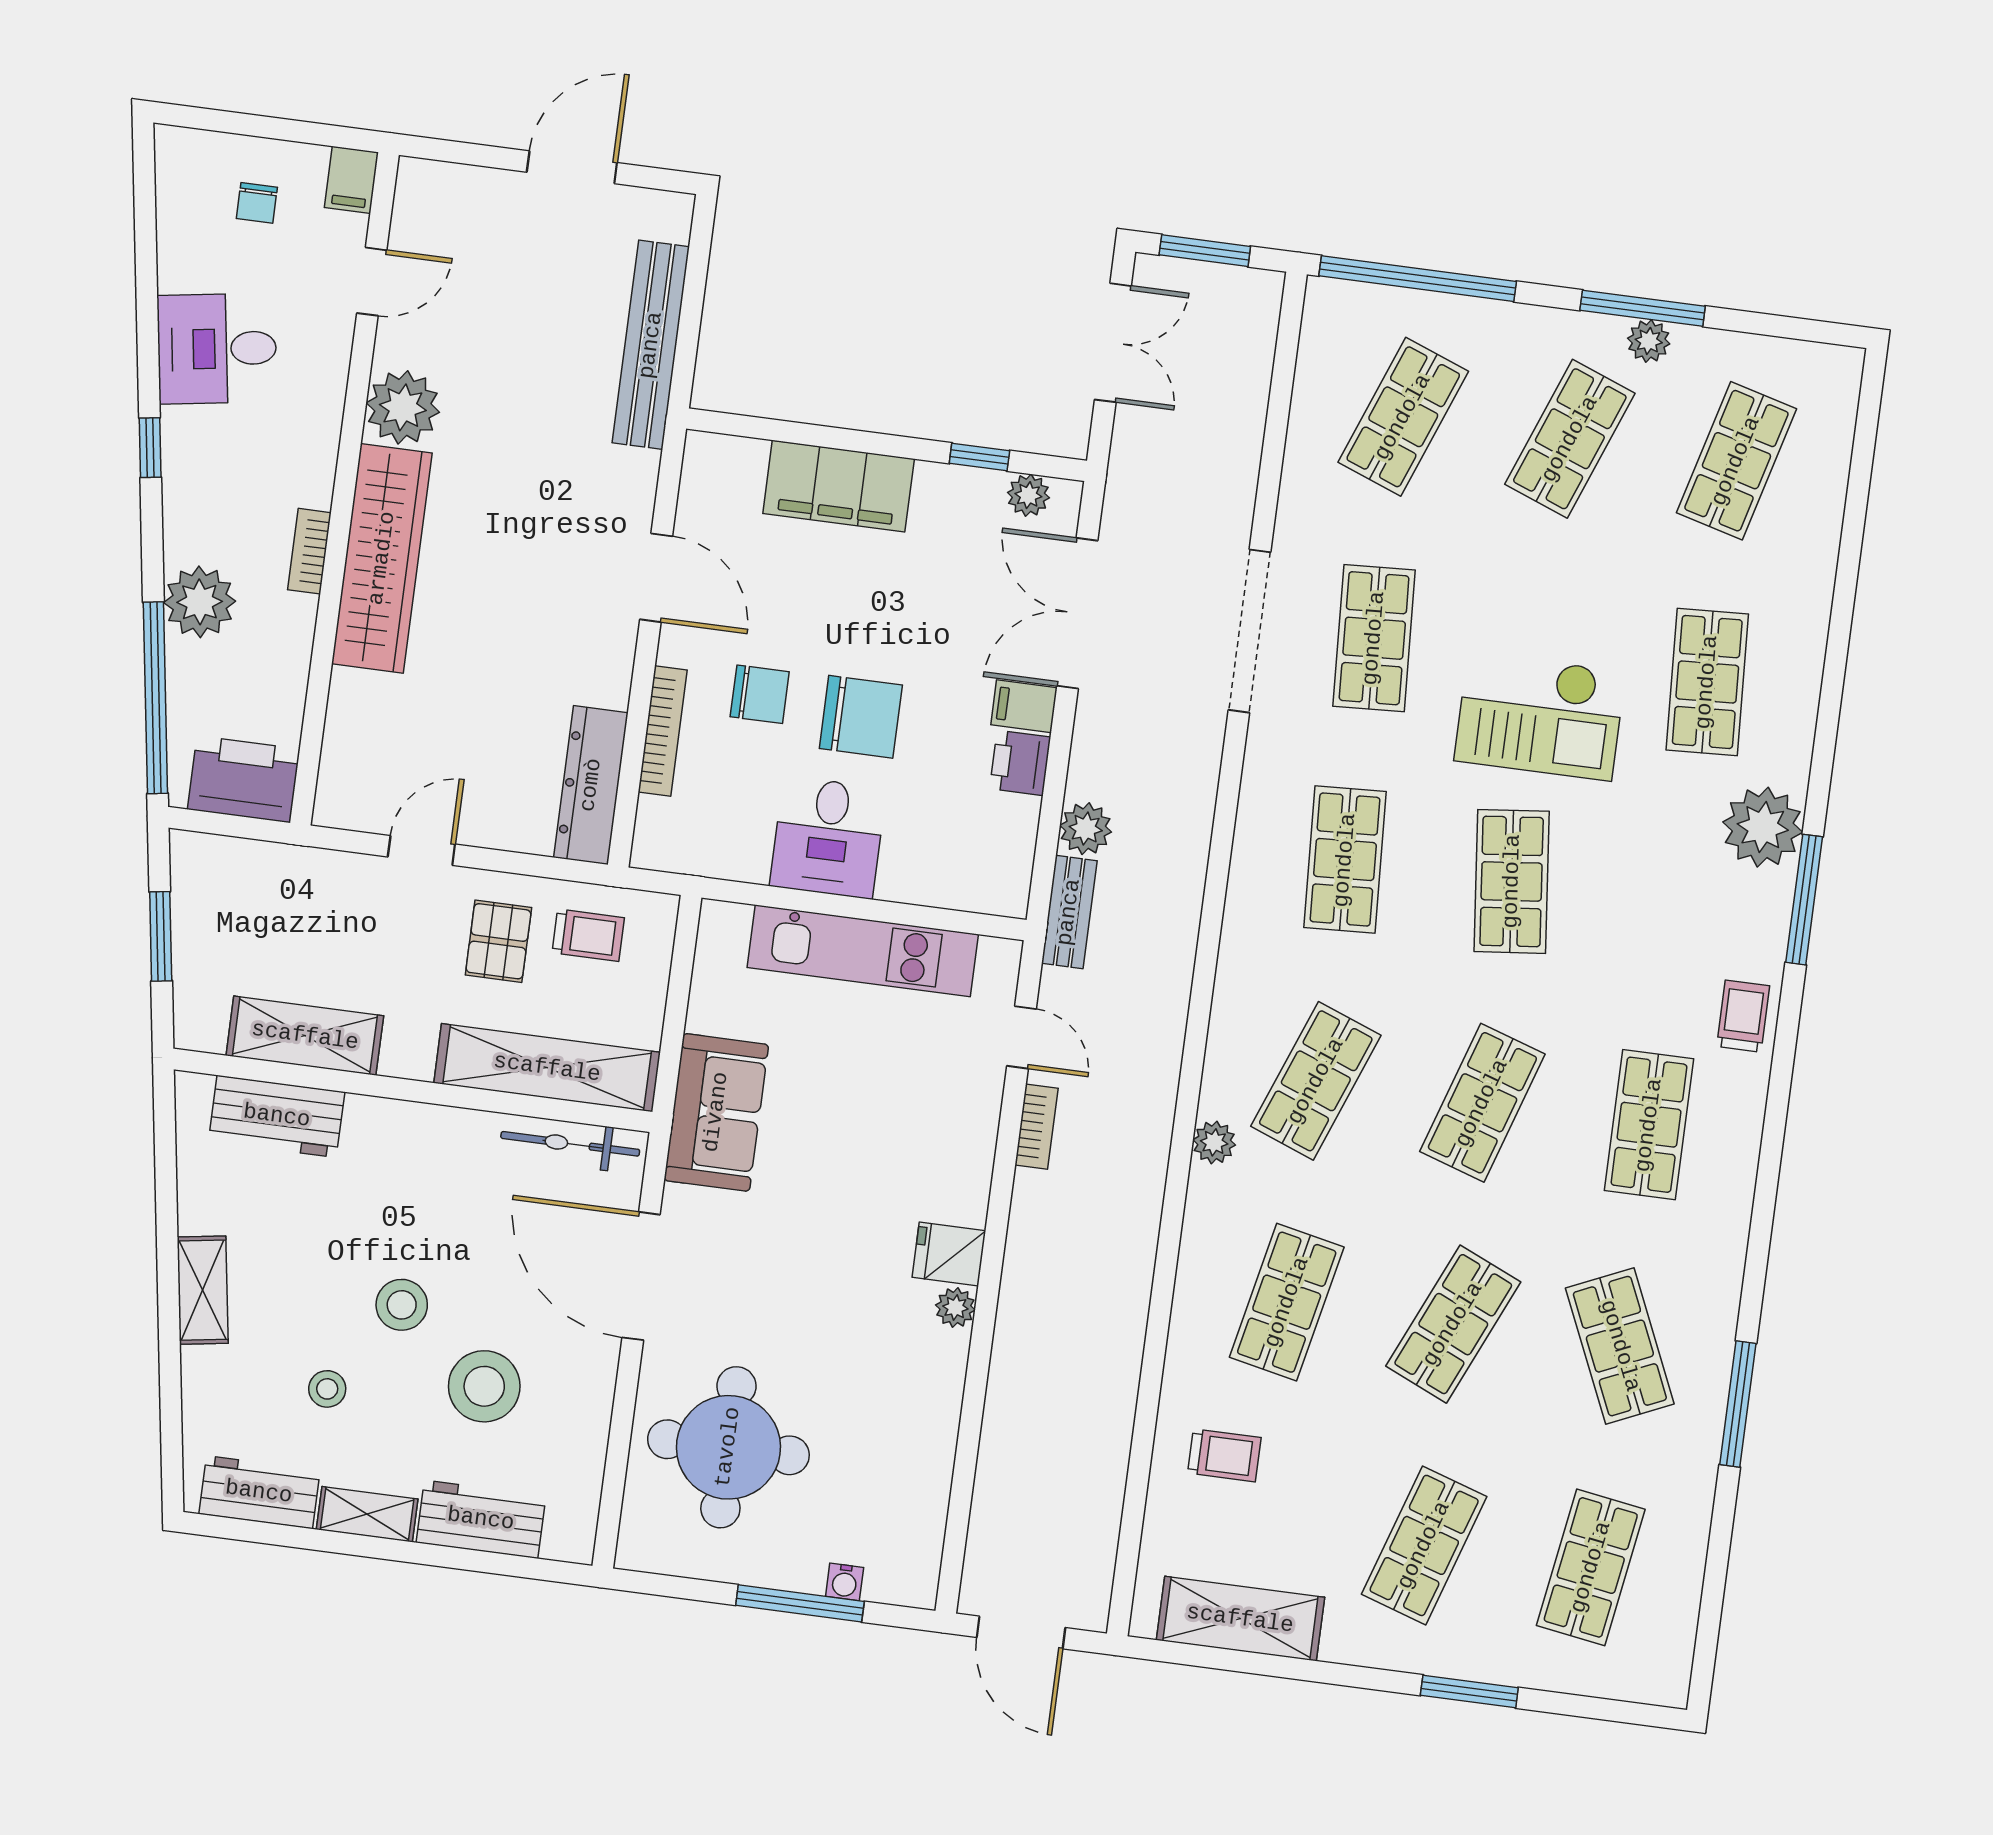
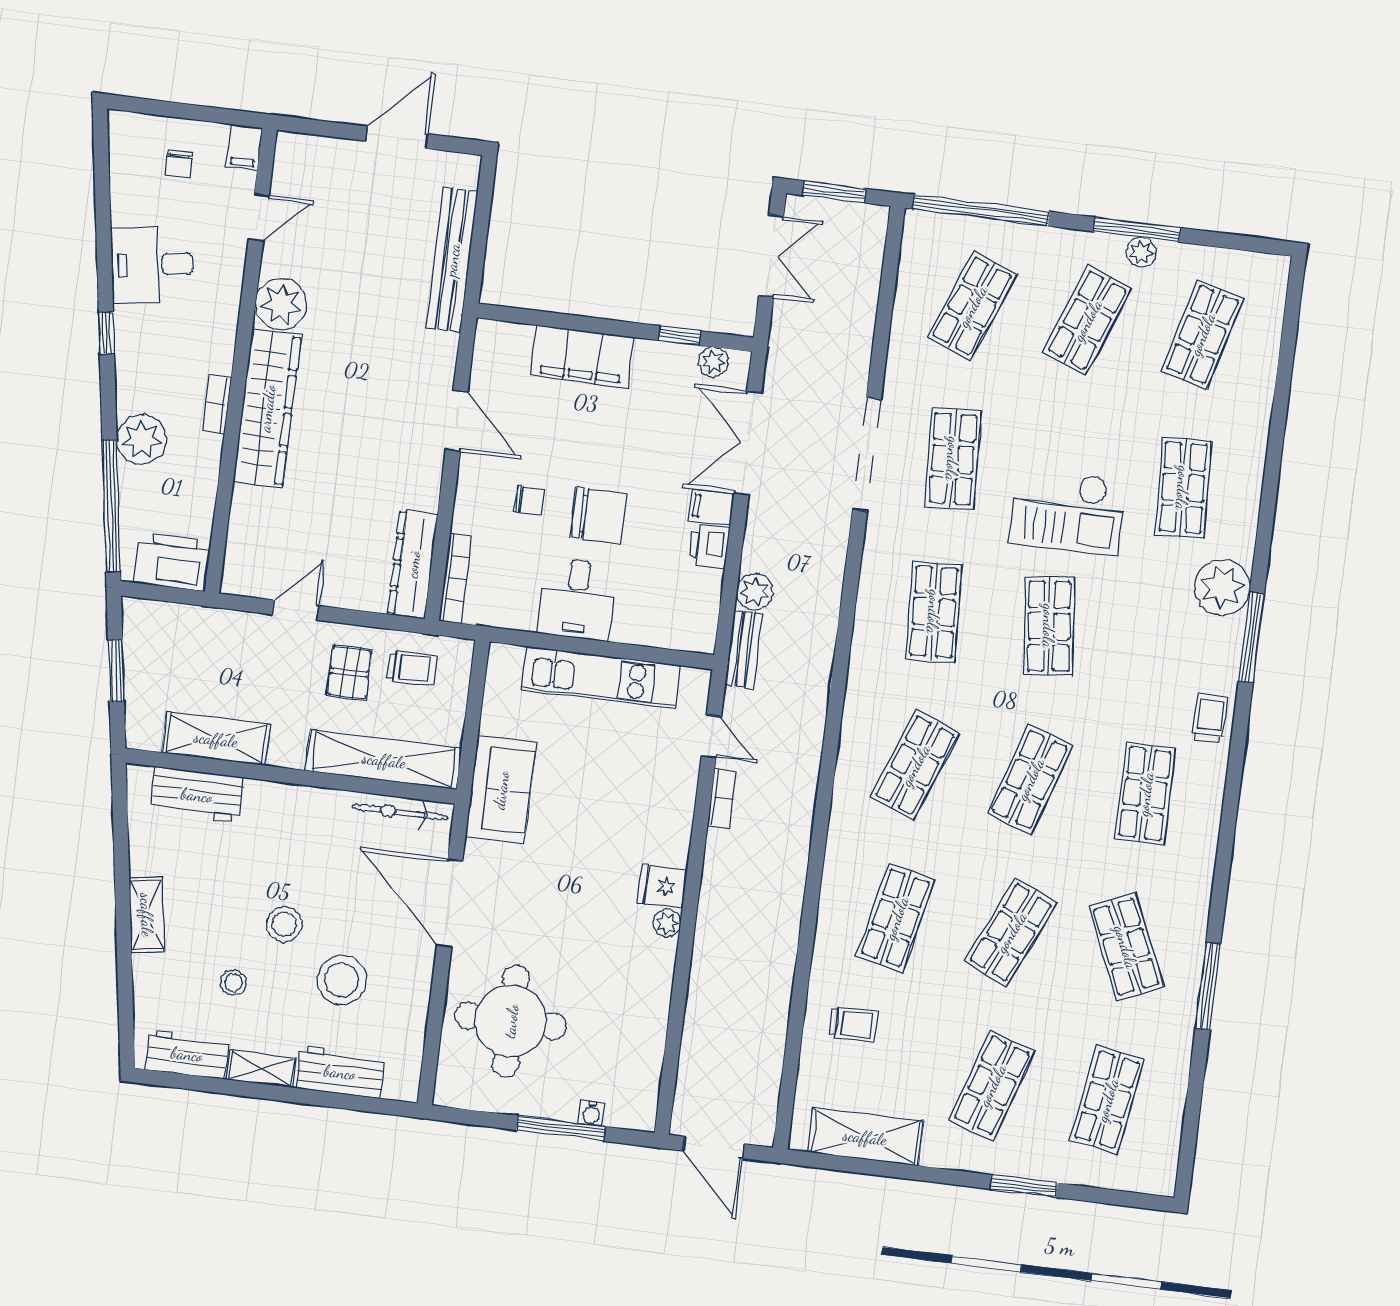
chair: (760, 694) -> (529, 501), width x0.73, depth x0.73
bookcase: (663, 731) -> (455, 578), moved
plant: (1214, 1142) -> (845, 808), removed

